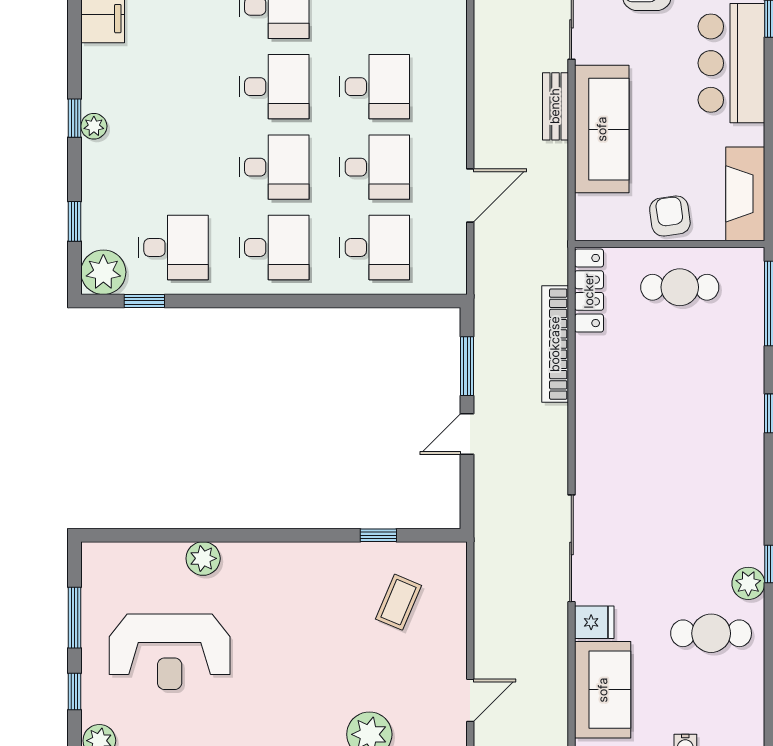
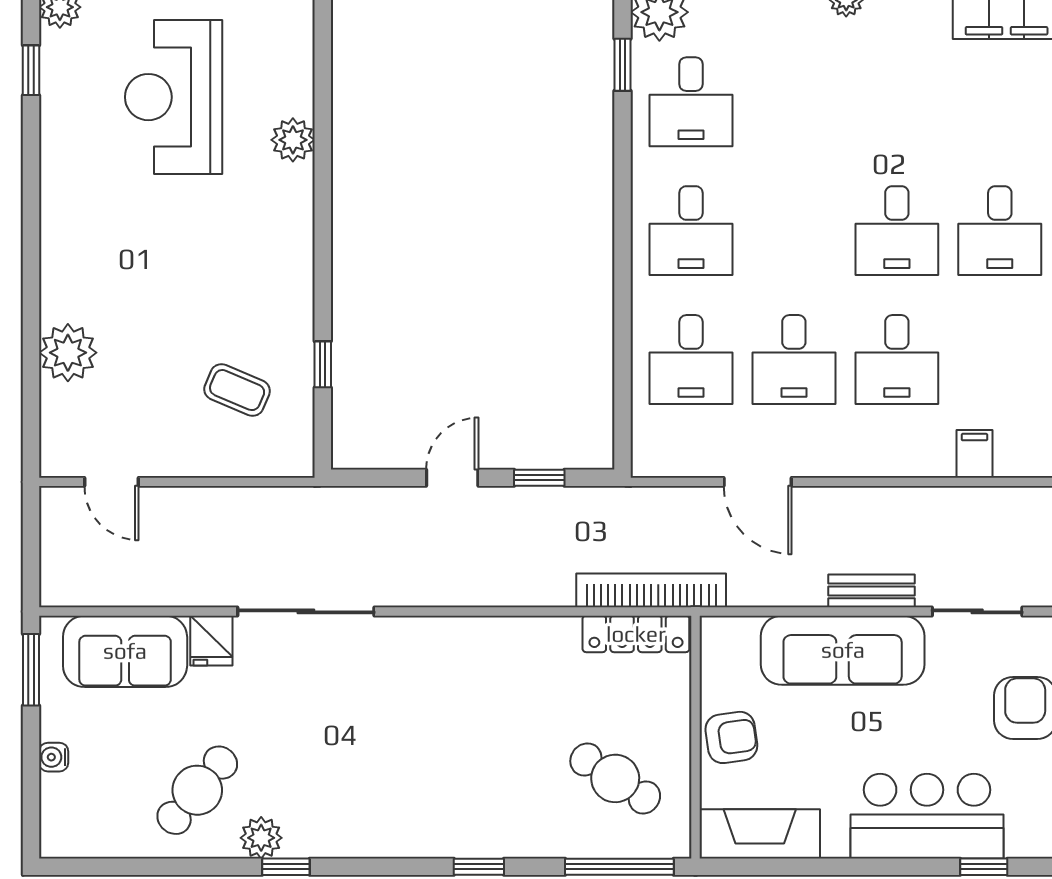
filing cabinet: (448, 26) -> (974, 454), added
desk: (274, 167) -> (794, 231), removed
cafe table: (680, 287) -> (615, 778), moved, turned -57
bookcase: (555, 344) -> (651, 590), moved
window: (467, 366) -> (539, 478), width x0.67
door: (467, 434) -> (452, 478), hinge flipped
cafe table: (711, 633) -> (197, 790), turned 40

